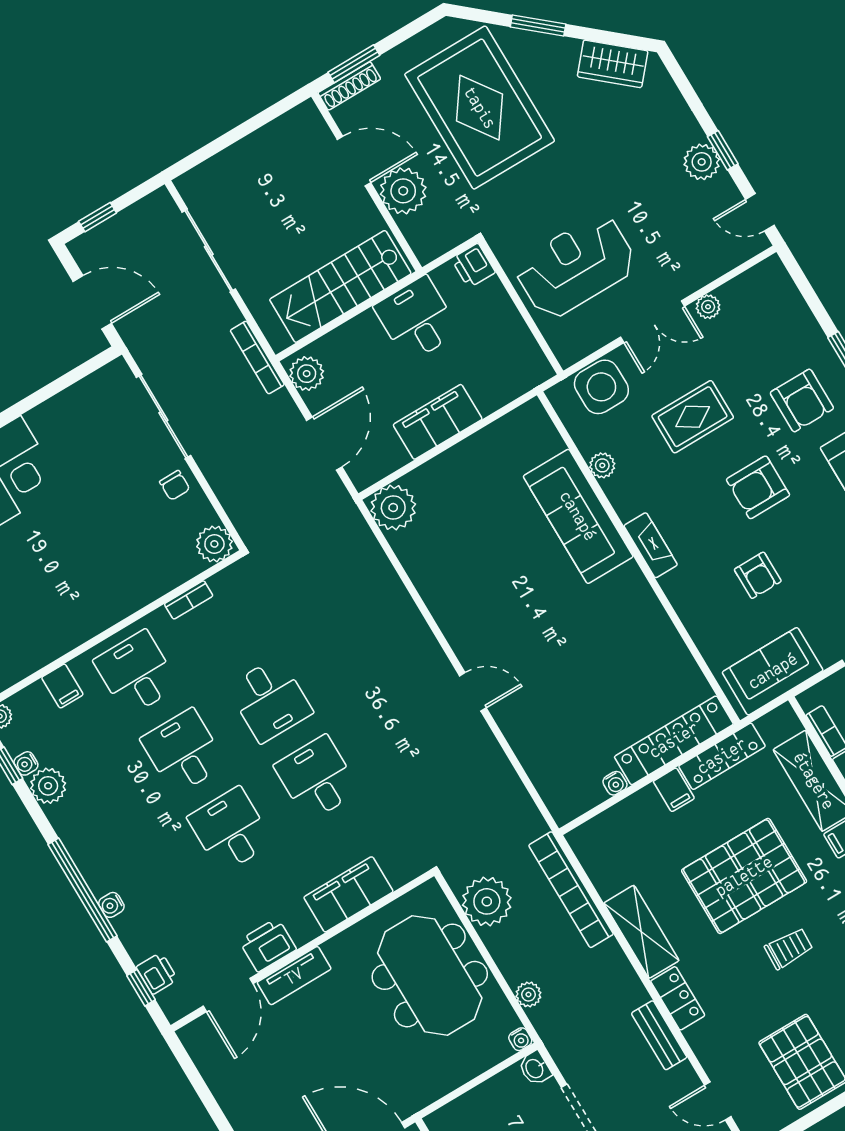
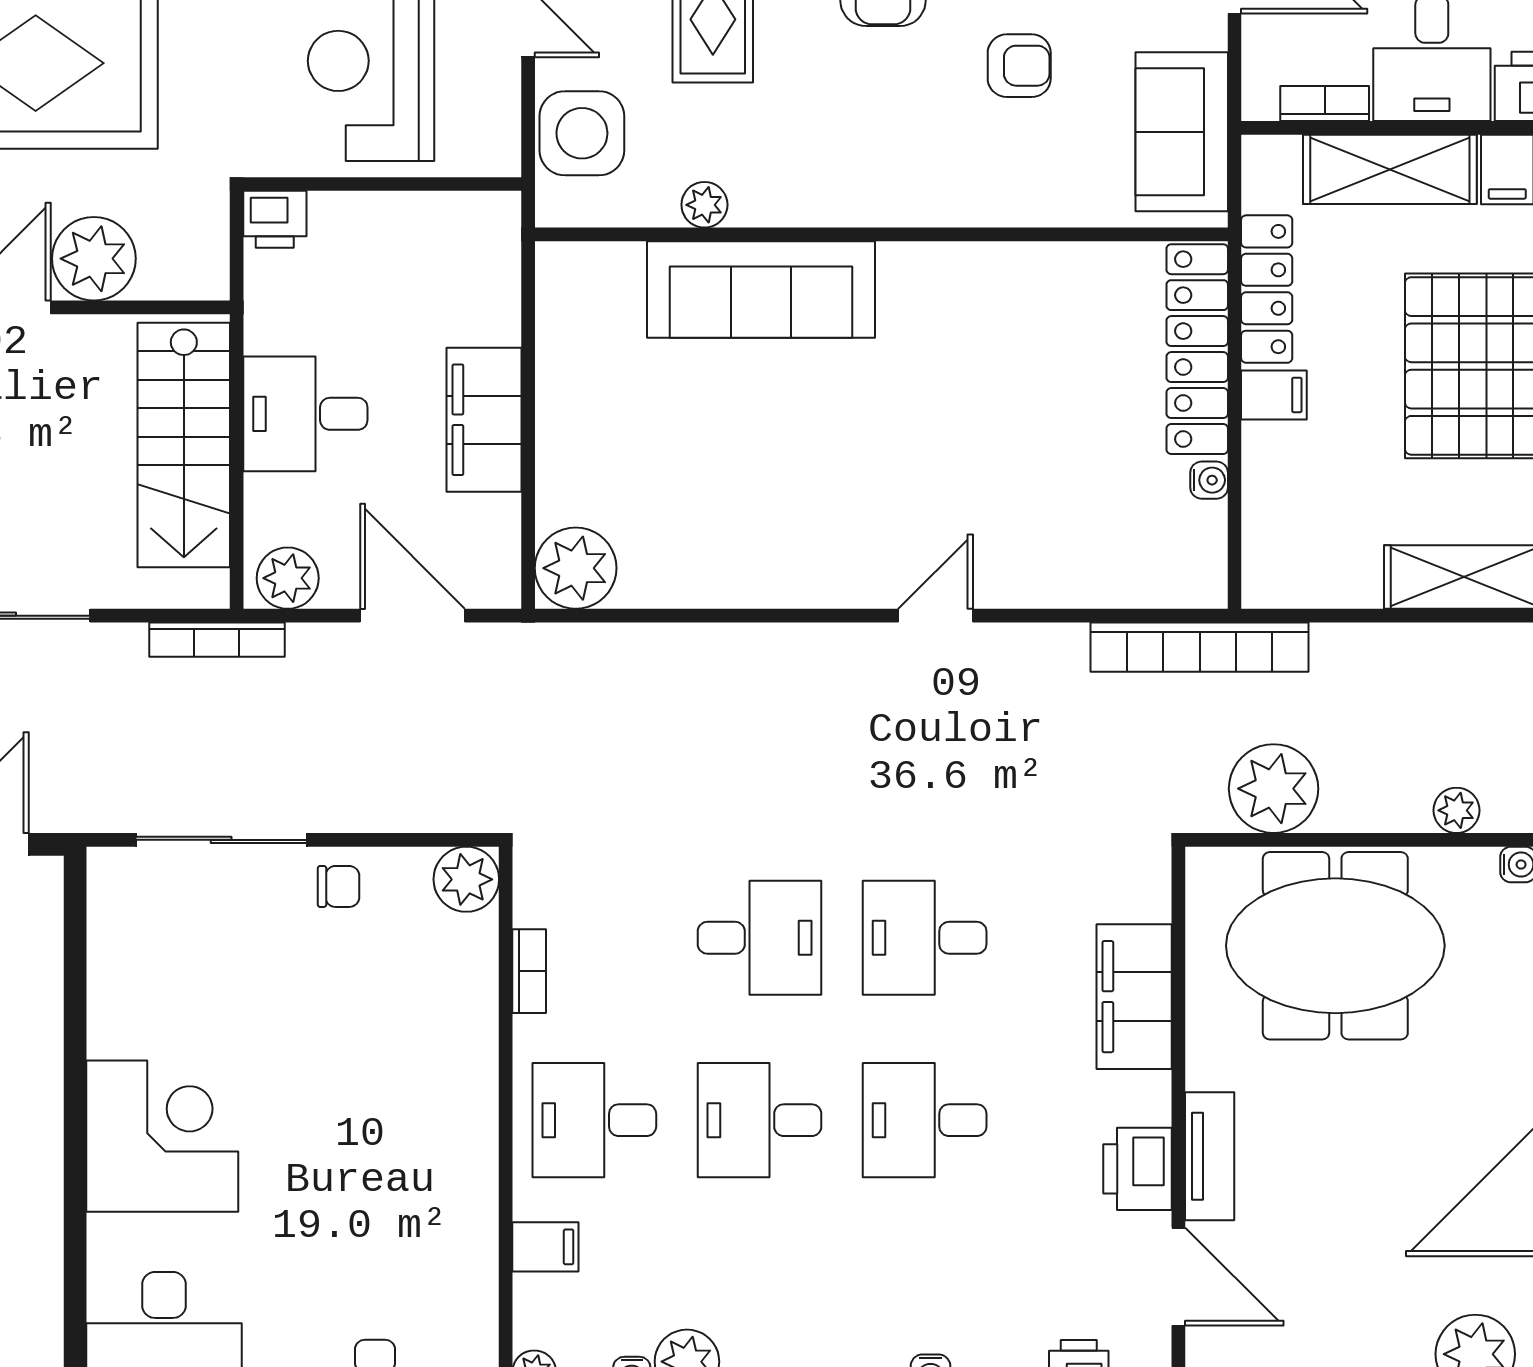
desk: (417, 319) -> (305, 414), moved
fireplace: (651, 545) -> (873, 204), removed
bookcase: (571, 890) -> (1200, 647), moved

